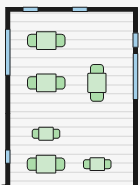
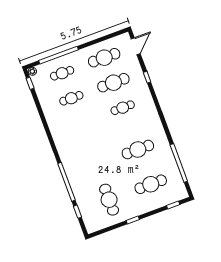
cafe table: (97, 83) -> (109, 200), moved

